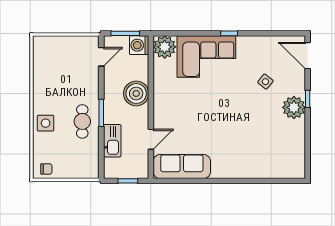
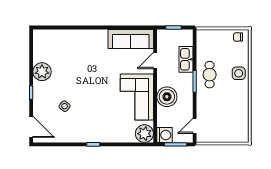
corner sofa: (206, 57) -> (137, 97), moved, turned -90
plant: (294, 107) -> (42, 72), moved

